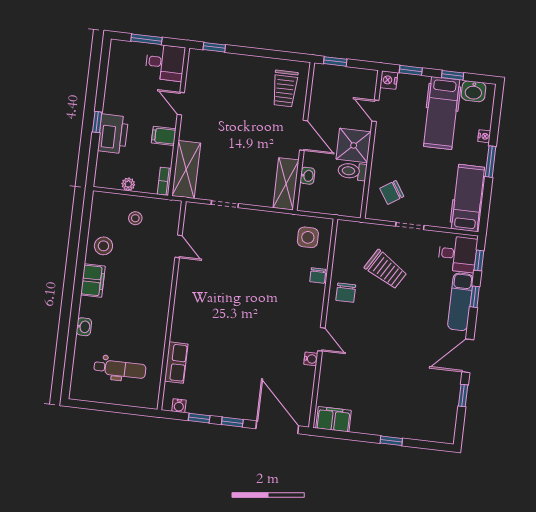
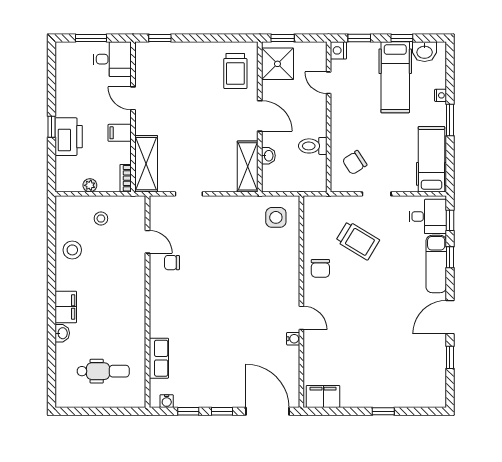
shower: (354, 145) -> (277, 64), moved
chair: (318, 275) -> (172, 263), moved, turned 90
filing cabinet: (93, 281) -> (66, 307), moved

